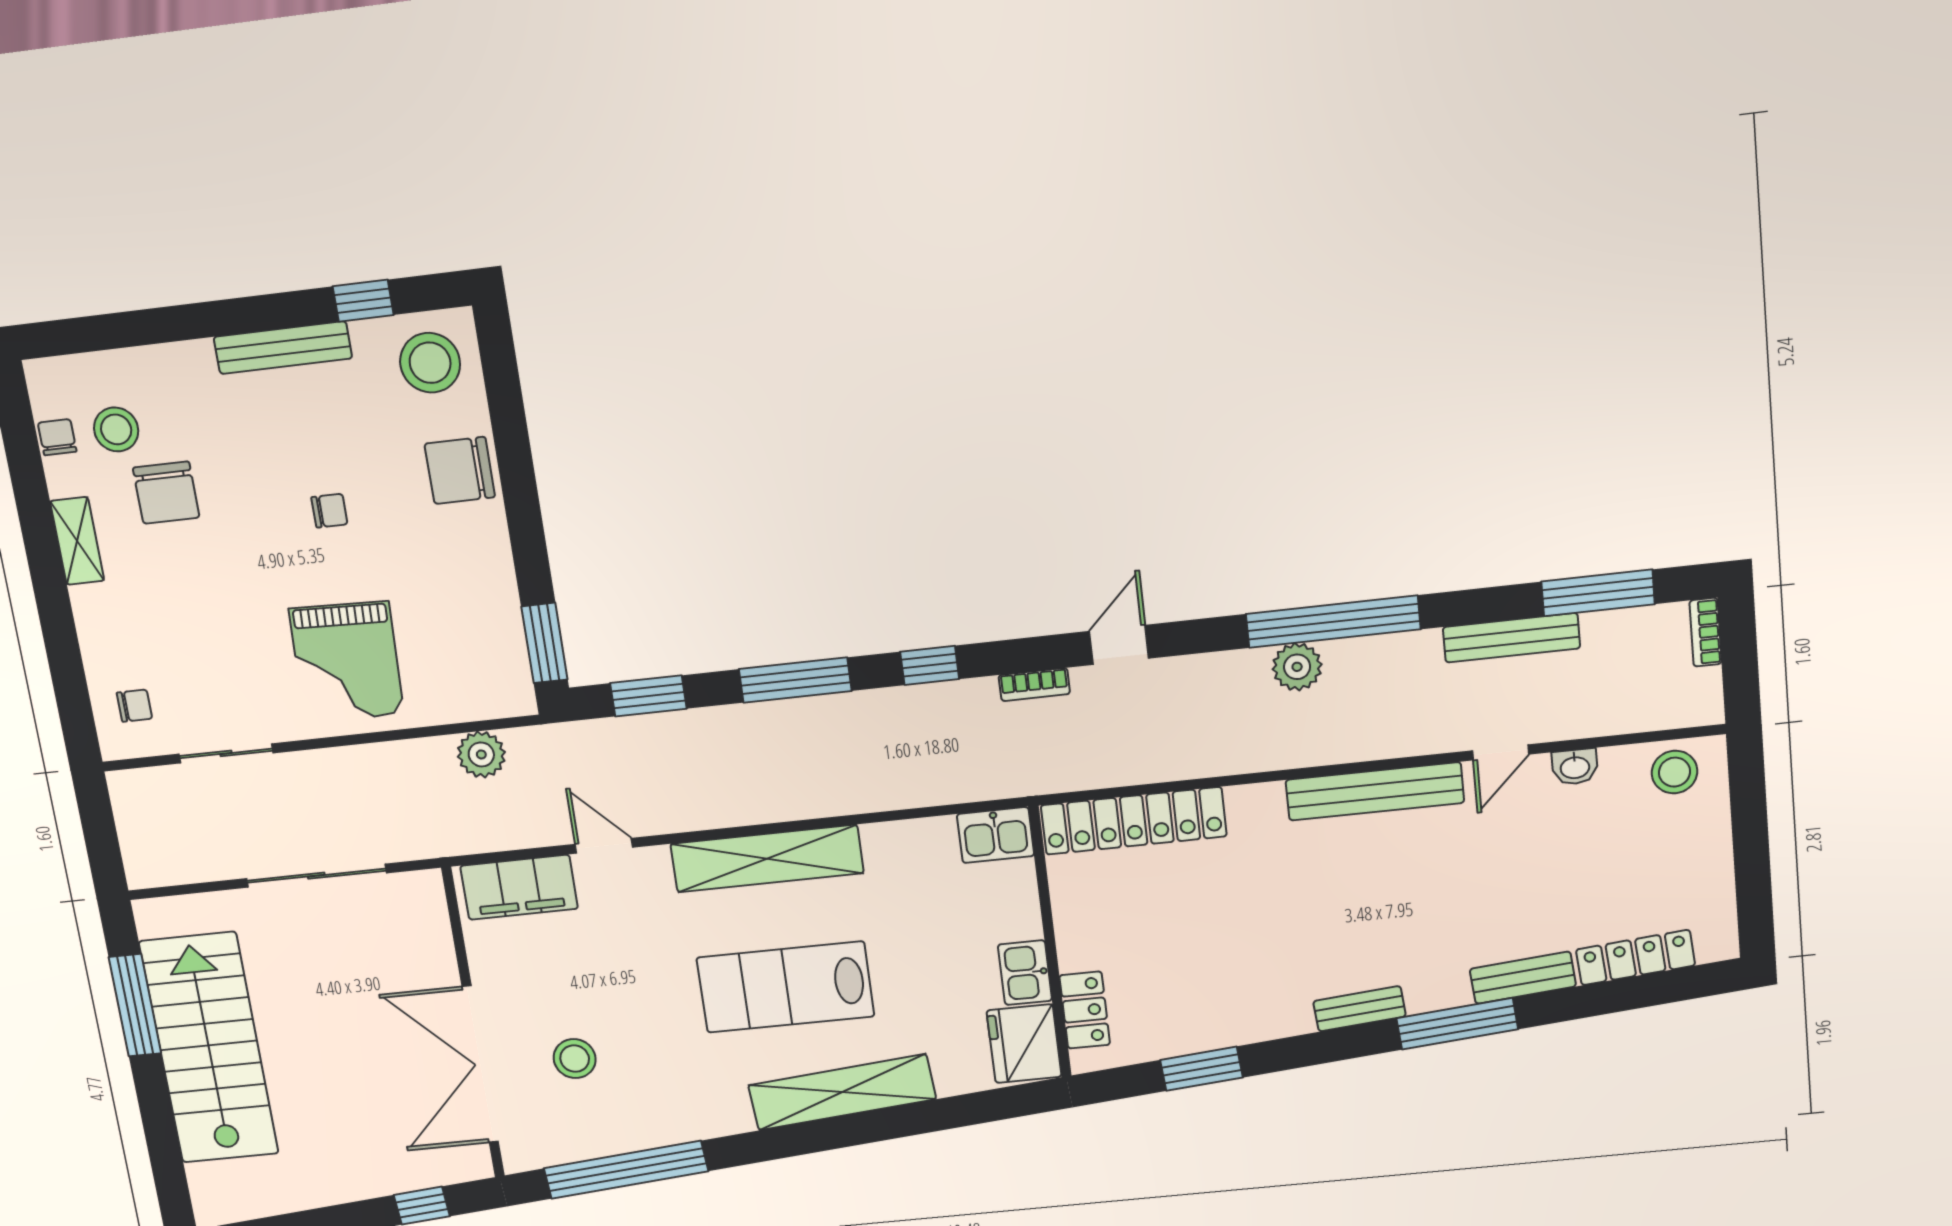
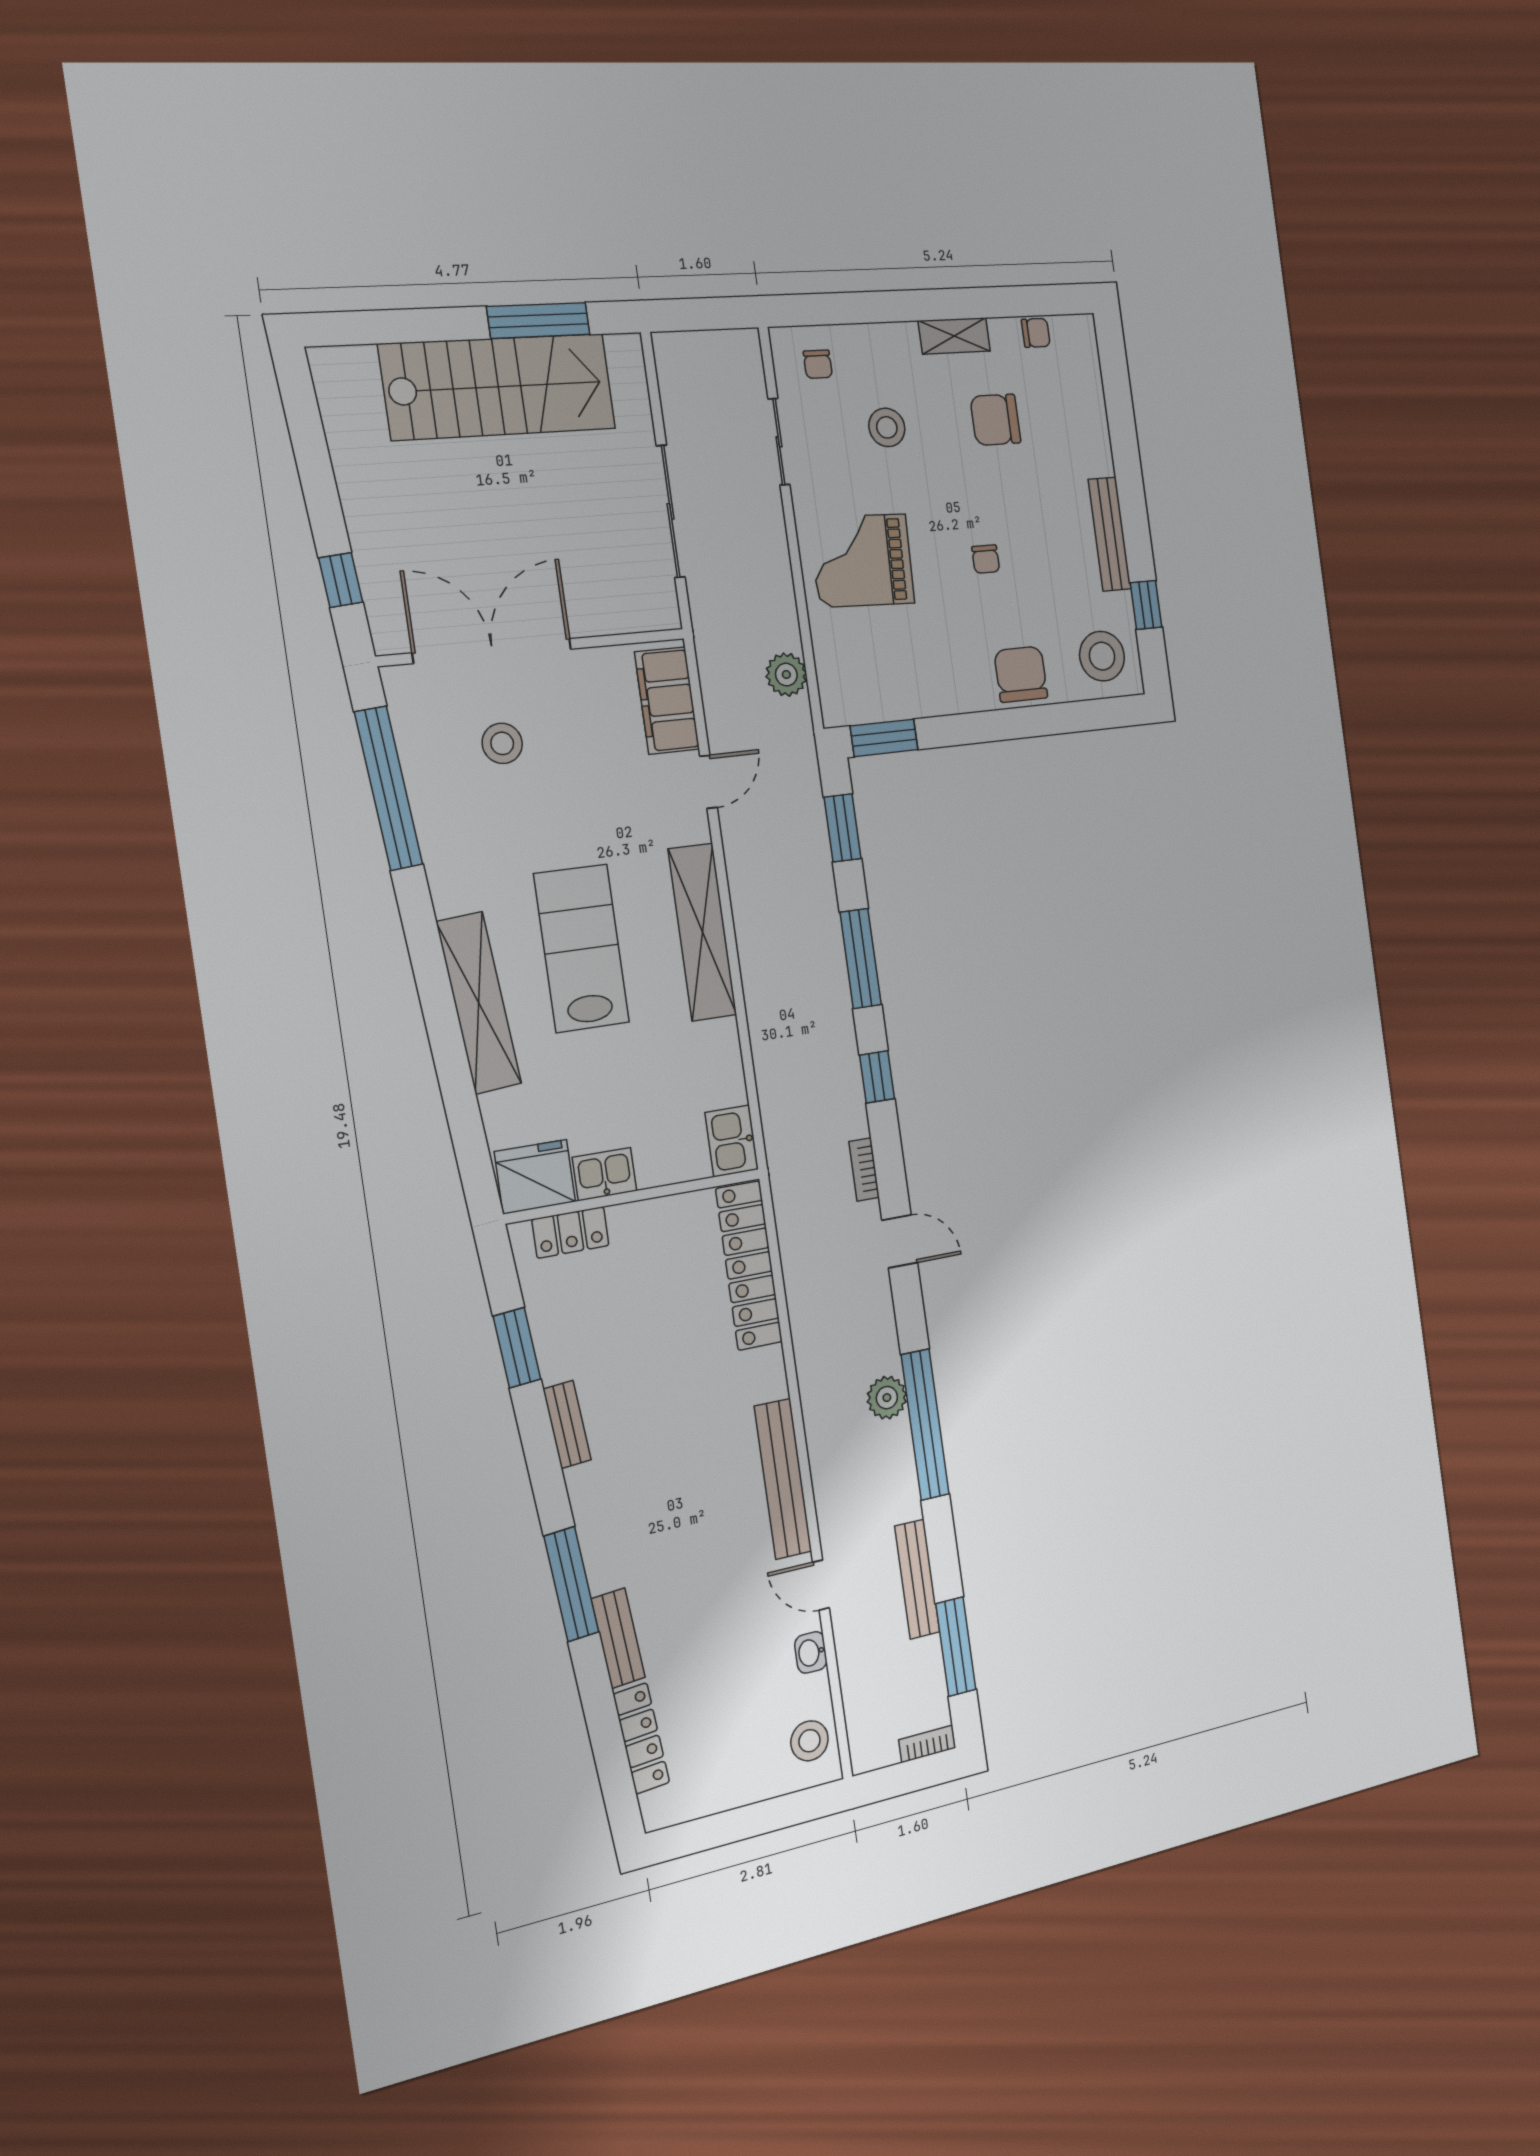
stool: (116, 429) -> (887, 427), moved
bench: (1359, 1009) -> (567, 1425), moved

